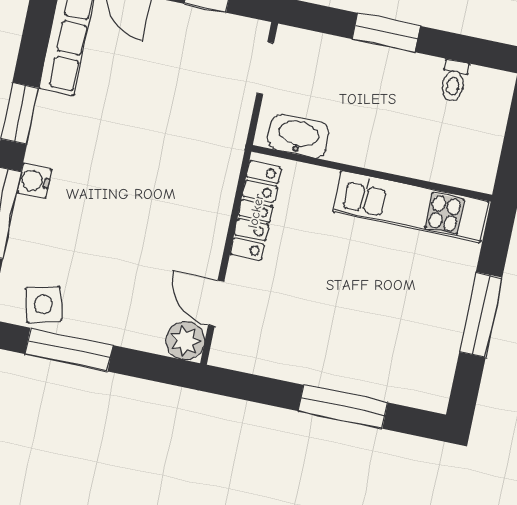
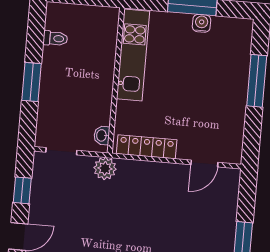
washbasin: (298, 136) -> (102, 135), width x0.52, depth x0.69
water cooler: (450, 327) -> (202, 23), added
plant: (185, 341) -> (105, 168), moved

